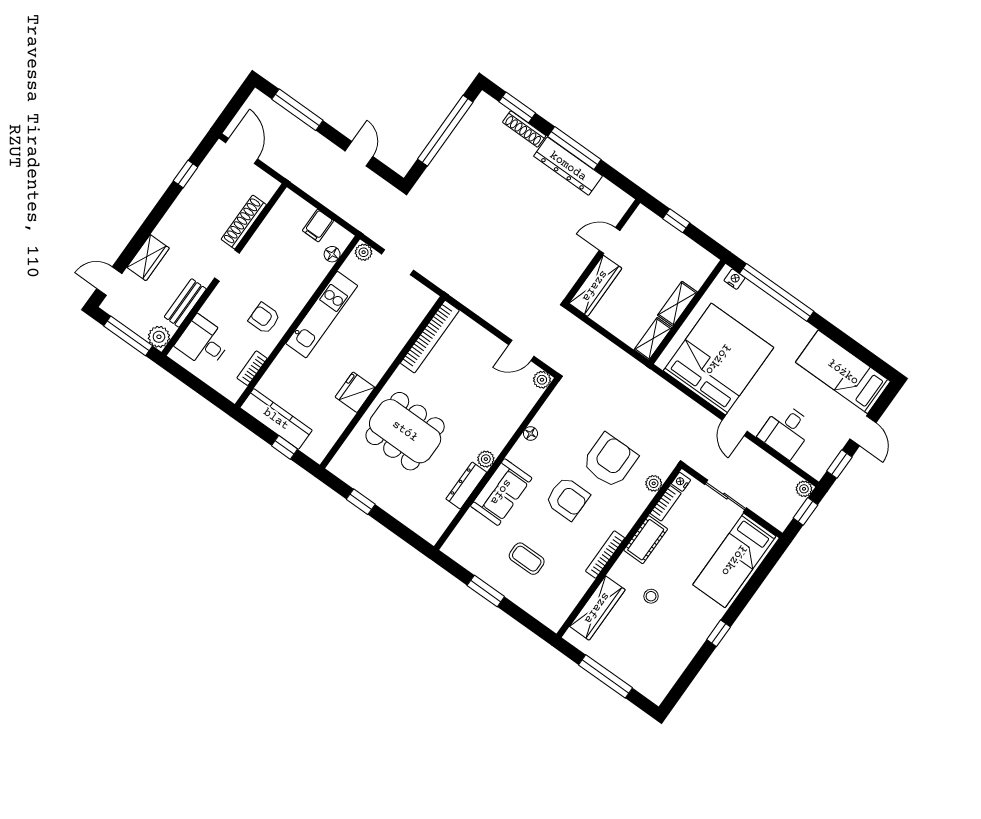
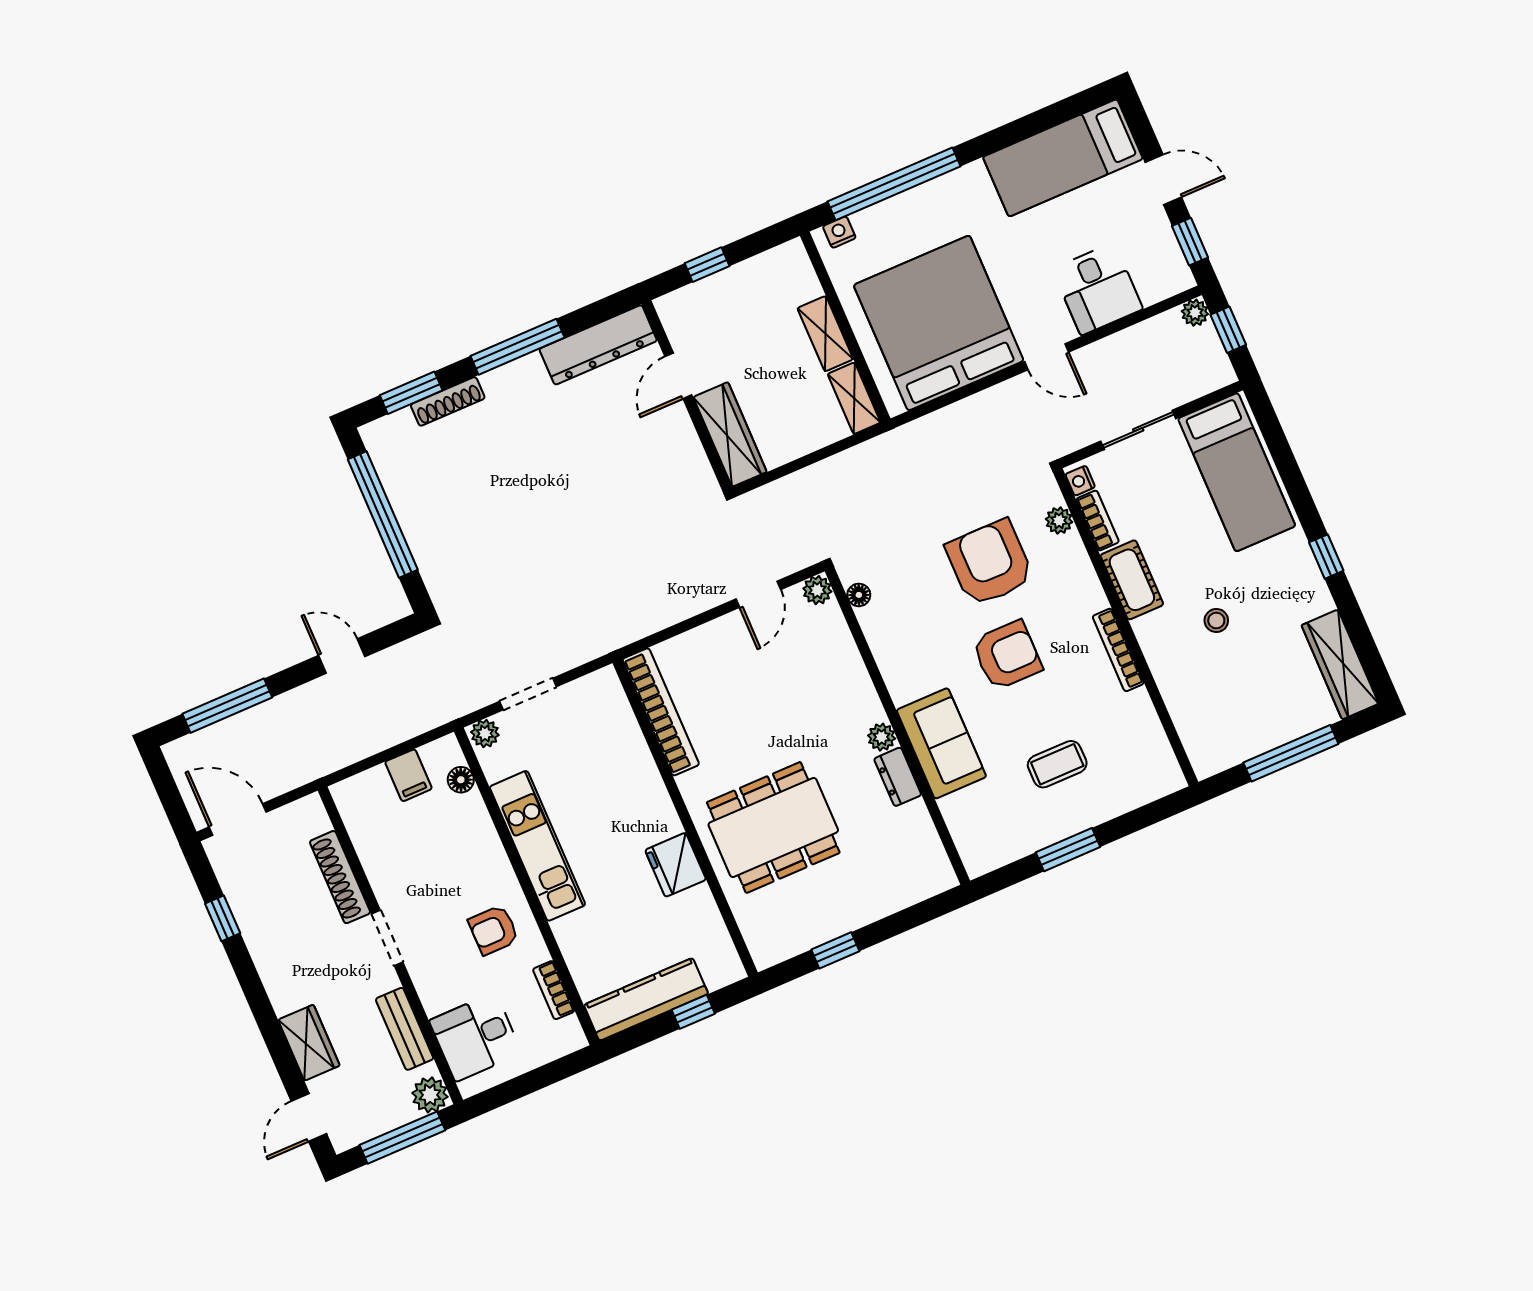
dresser: (568, 166) -> (598, 345), moved
floor lamp: (531, 434) -> (859, 595), moved
dresser: (466, 486) -> (898, 777), width x0.70
wardrobe: (597, 608) -> (1340, 664), moved, turned 180

